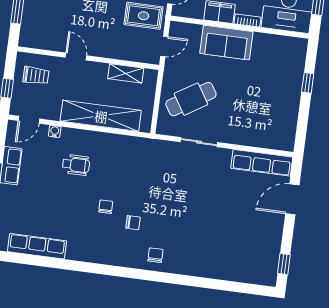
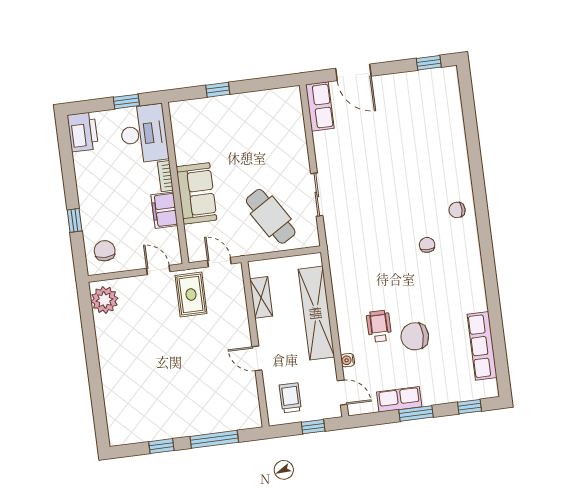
door: (76, 56) -> (257, 358), hinge flipped
row of seats: (262, 163) -> (320, 106), width x0.68
chair: (106, 207) -> (415, 336), moved, width x1.87, depth x1.87

